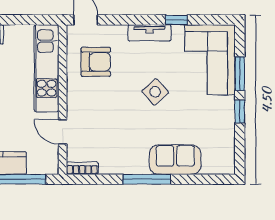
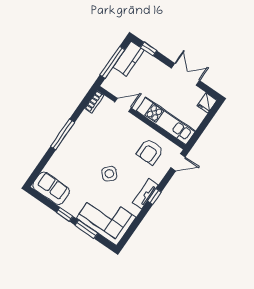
window: (176, 20) -> (154, 197), moved
sofa: (175, 160) -> (51, 188), moved, turned -90

